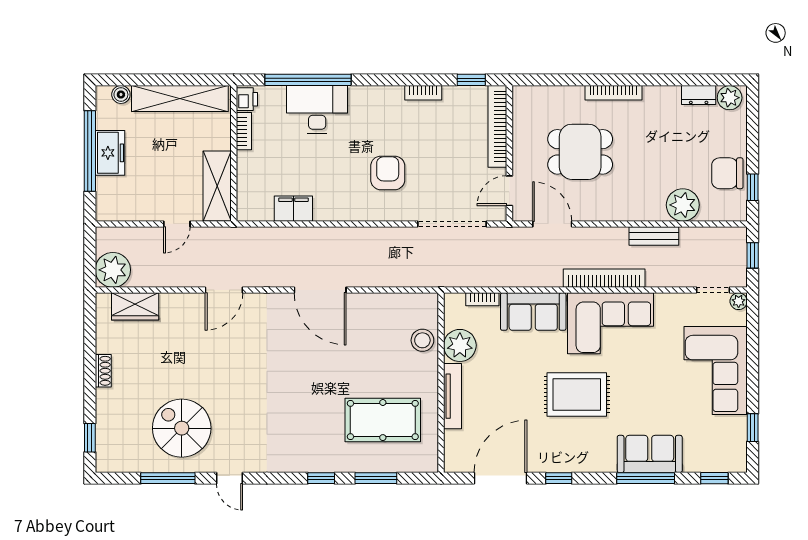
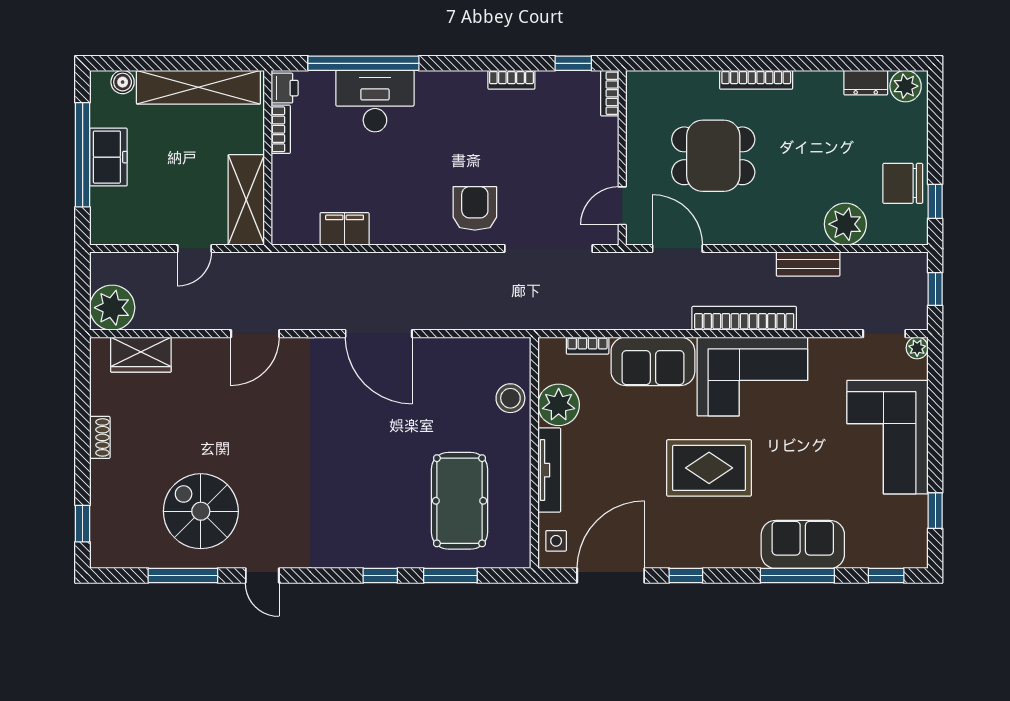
bookcase: (497, 126) -> (610, 93), width x0.43, depth x0.76
armchair: (388, 173) -> (475, 208), moved
pool table: (383, 420) -> (460, 501), turned 90
side table: (458, 451) -> (556, 541), added

